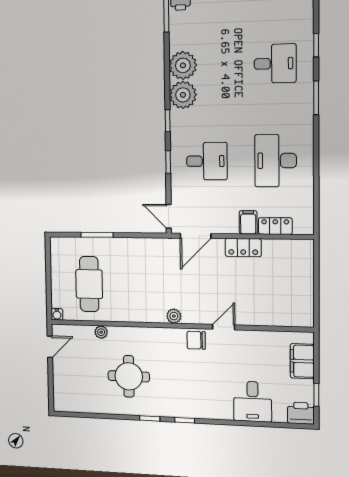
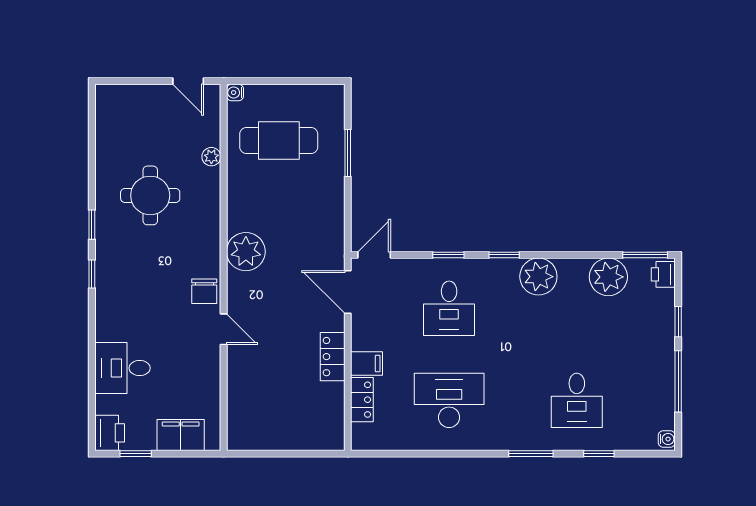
plant: (183, 65) -> (608, 277), moved
plant: (174, 316) -> (246, 252), width x1.88, depth x1.88
chair: (196, 340) -> (204, 291), turned 180

